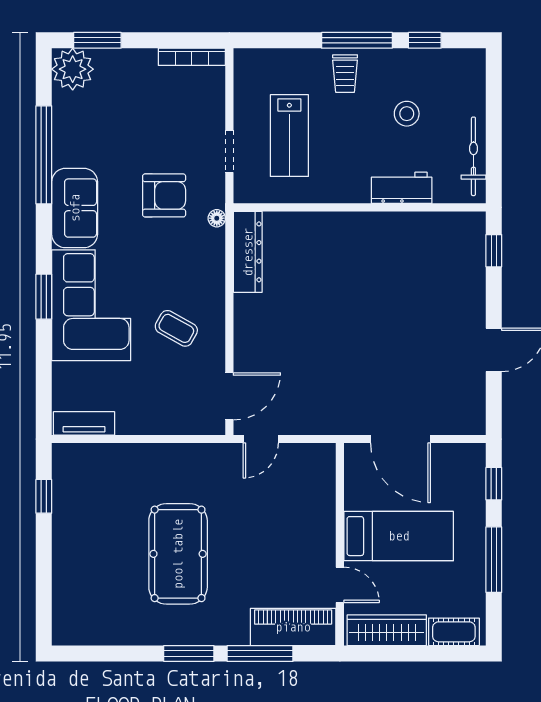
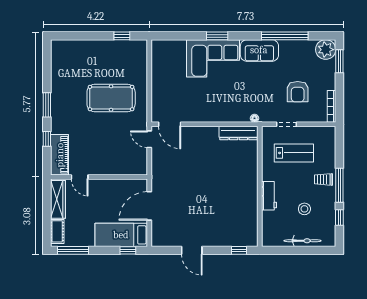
lab bench: (289, 136) -> (294, 153), turned 180
bicycle: (473, 156) -> (303, 241), moved
workbench: (402, 188) -> (269, 196), moved
armchair: (164, 195) -> (298, 92), moved
coffee table: (176, 328) -> (202, 99), removed
tv unit: (84, 423) -> (157, 55), removed
bed: (399, 536) -> (121, 235), moved, turned 90
pool table: (178, 554) -> (111, 98), moved
window: (494, 560) -> (73, 250), moved
door: (340, 585) -> (80, 177), hinge flipped
window: (260, 654) -> (47, 139), width x0.46

